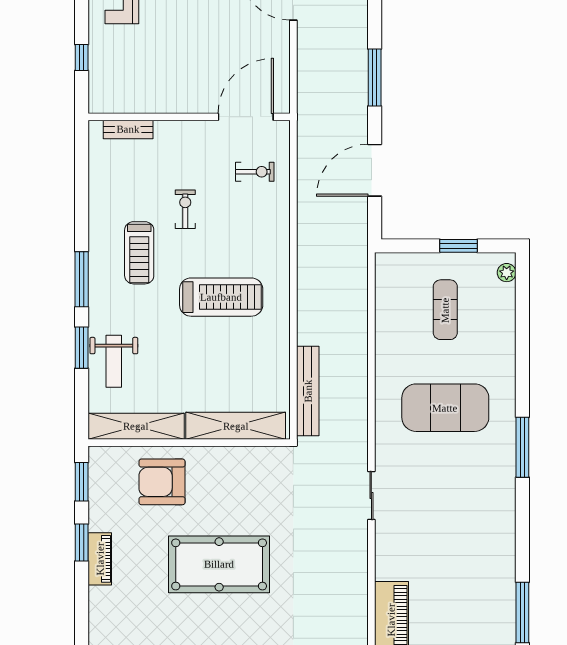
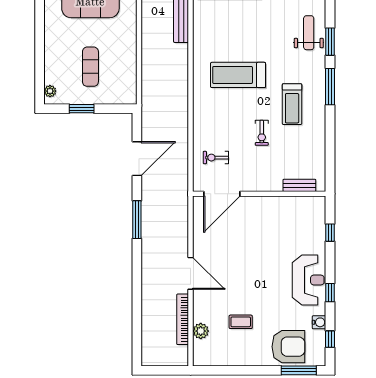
treadmill: (139, 253) -> (292, 104), turned 180

